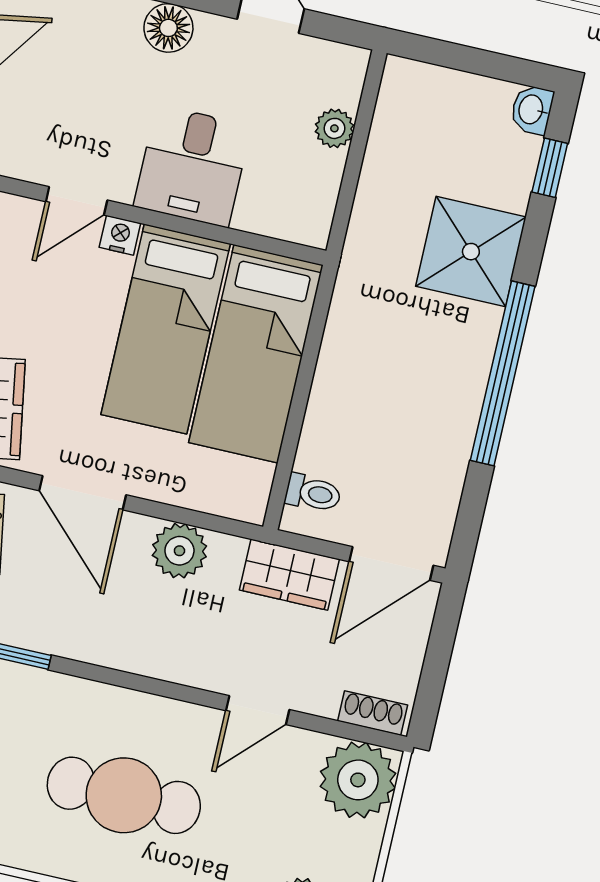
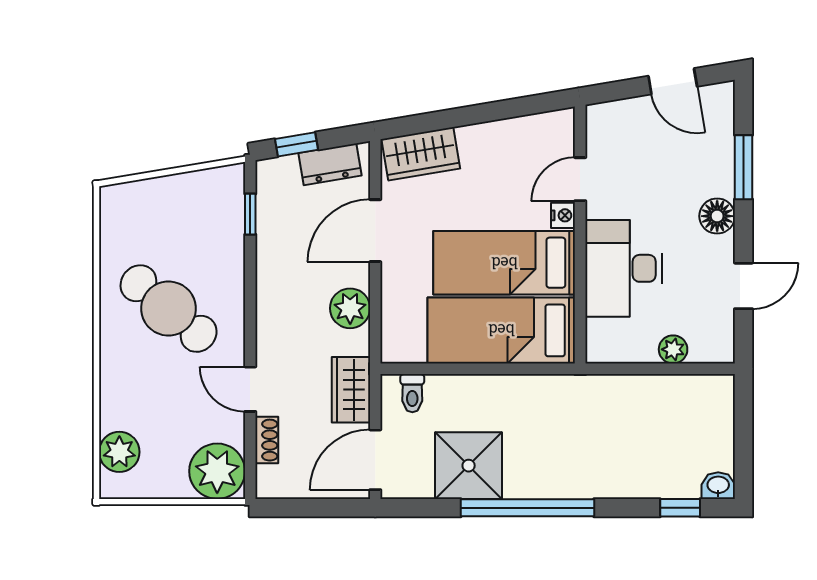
desk: (192, 166) -> (624, 268), width x1.37
door: (77, 201) -> (580, 179), hinge flipped
shower: (471, 252) -> (469, 466), moved
door: (391, 563) -> (375, 460), hinge flipped
shoe rack: (373, 713) -> (267, 440), moved
cafe table: (124, 795) -> (169, 309), turned -50

